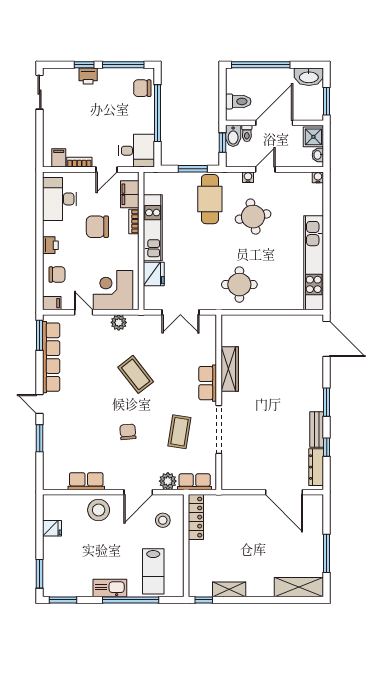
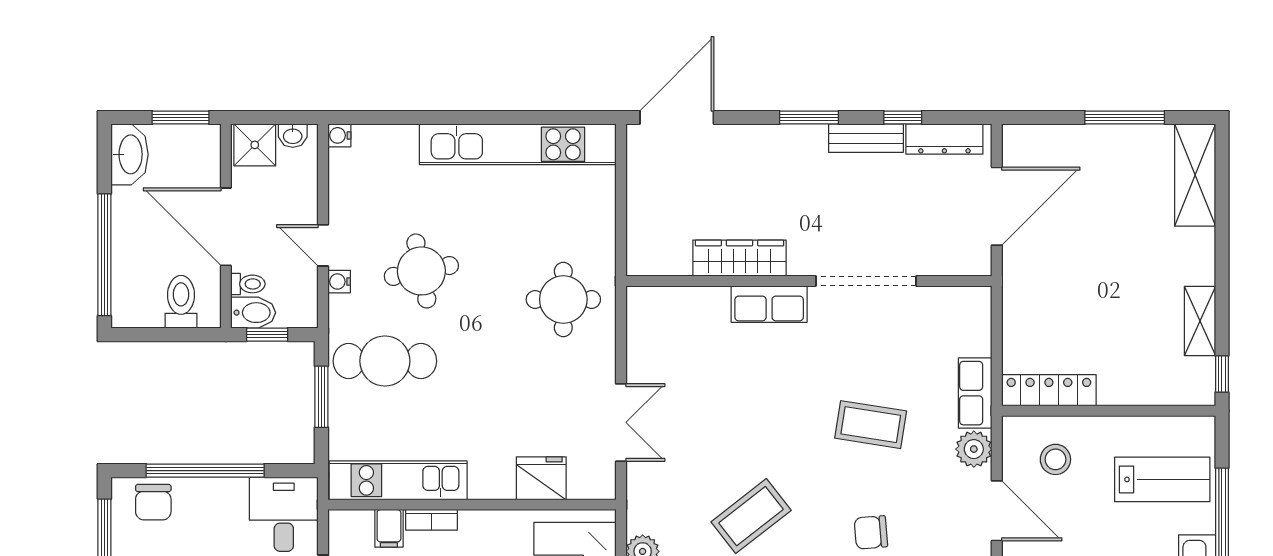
filing cabinet: (130, 194) -> (389, 528), width x0.50
kitchen unit: (153, 228) -> (398, 480), moved
wardrobe: (230, 369) -> (740, 258), moved
row of seats: (208, 383) -> (769, 304), moved
wall: (219, 402) -> (809, 281), moved
doorway: (219, 430) -> (866, 281), moved

